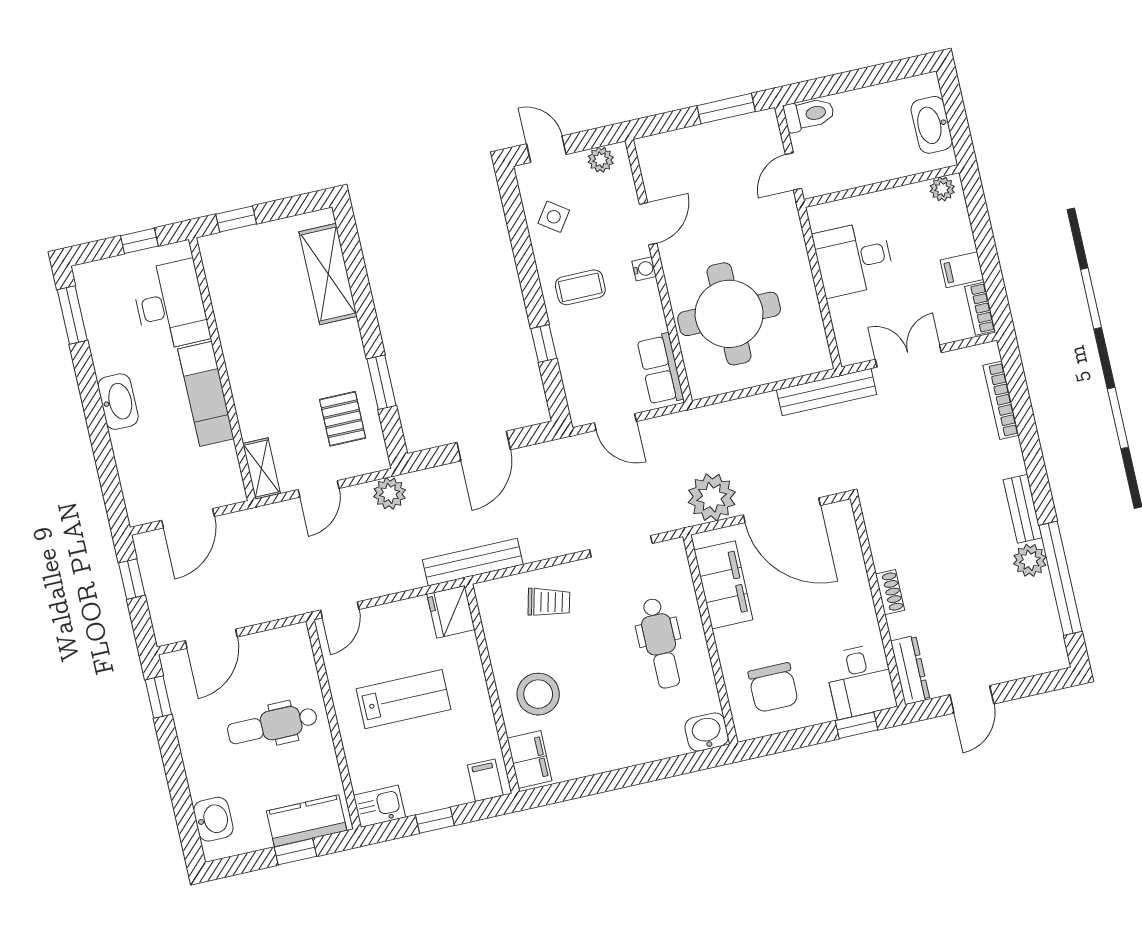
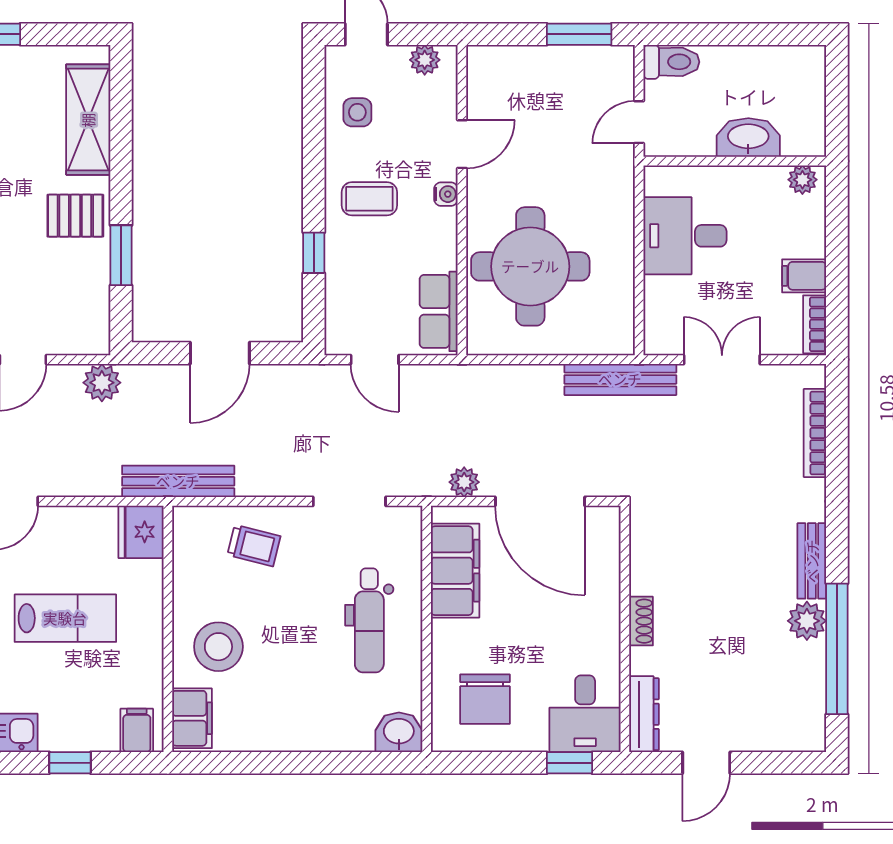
washbasin: (932, 125) -> (748, 137), moved, turned 90
side table: (554, 217) -> (357, 112), turned -35
pallet: (343, 419) -> (75, 216), moved, turned 90
plant: (712, 497) -> (464, 482), width x0.53, depth x0.53

